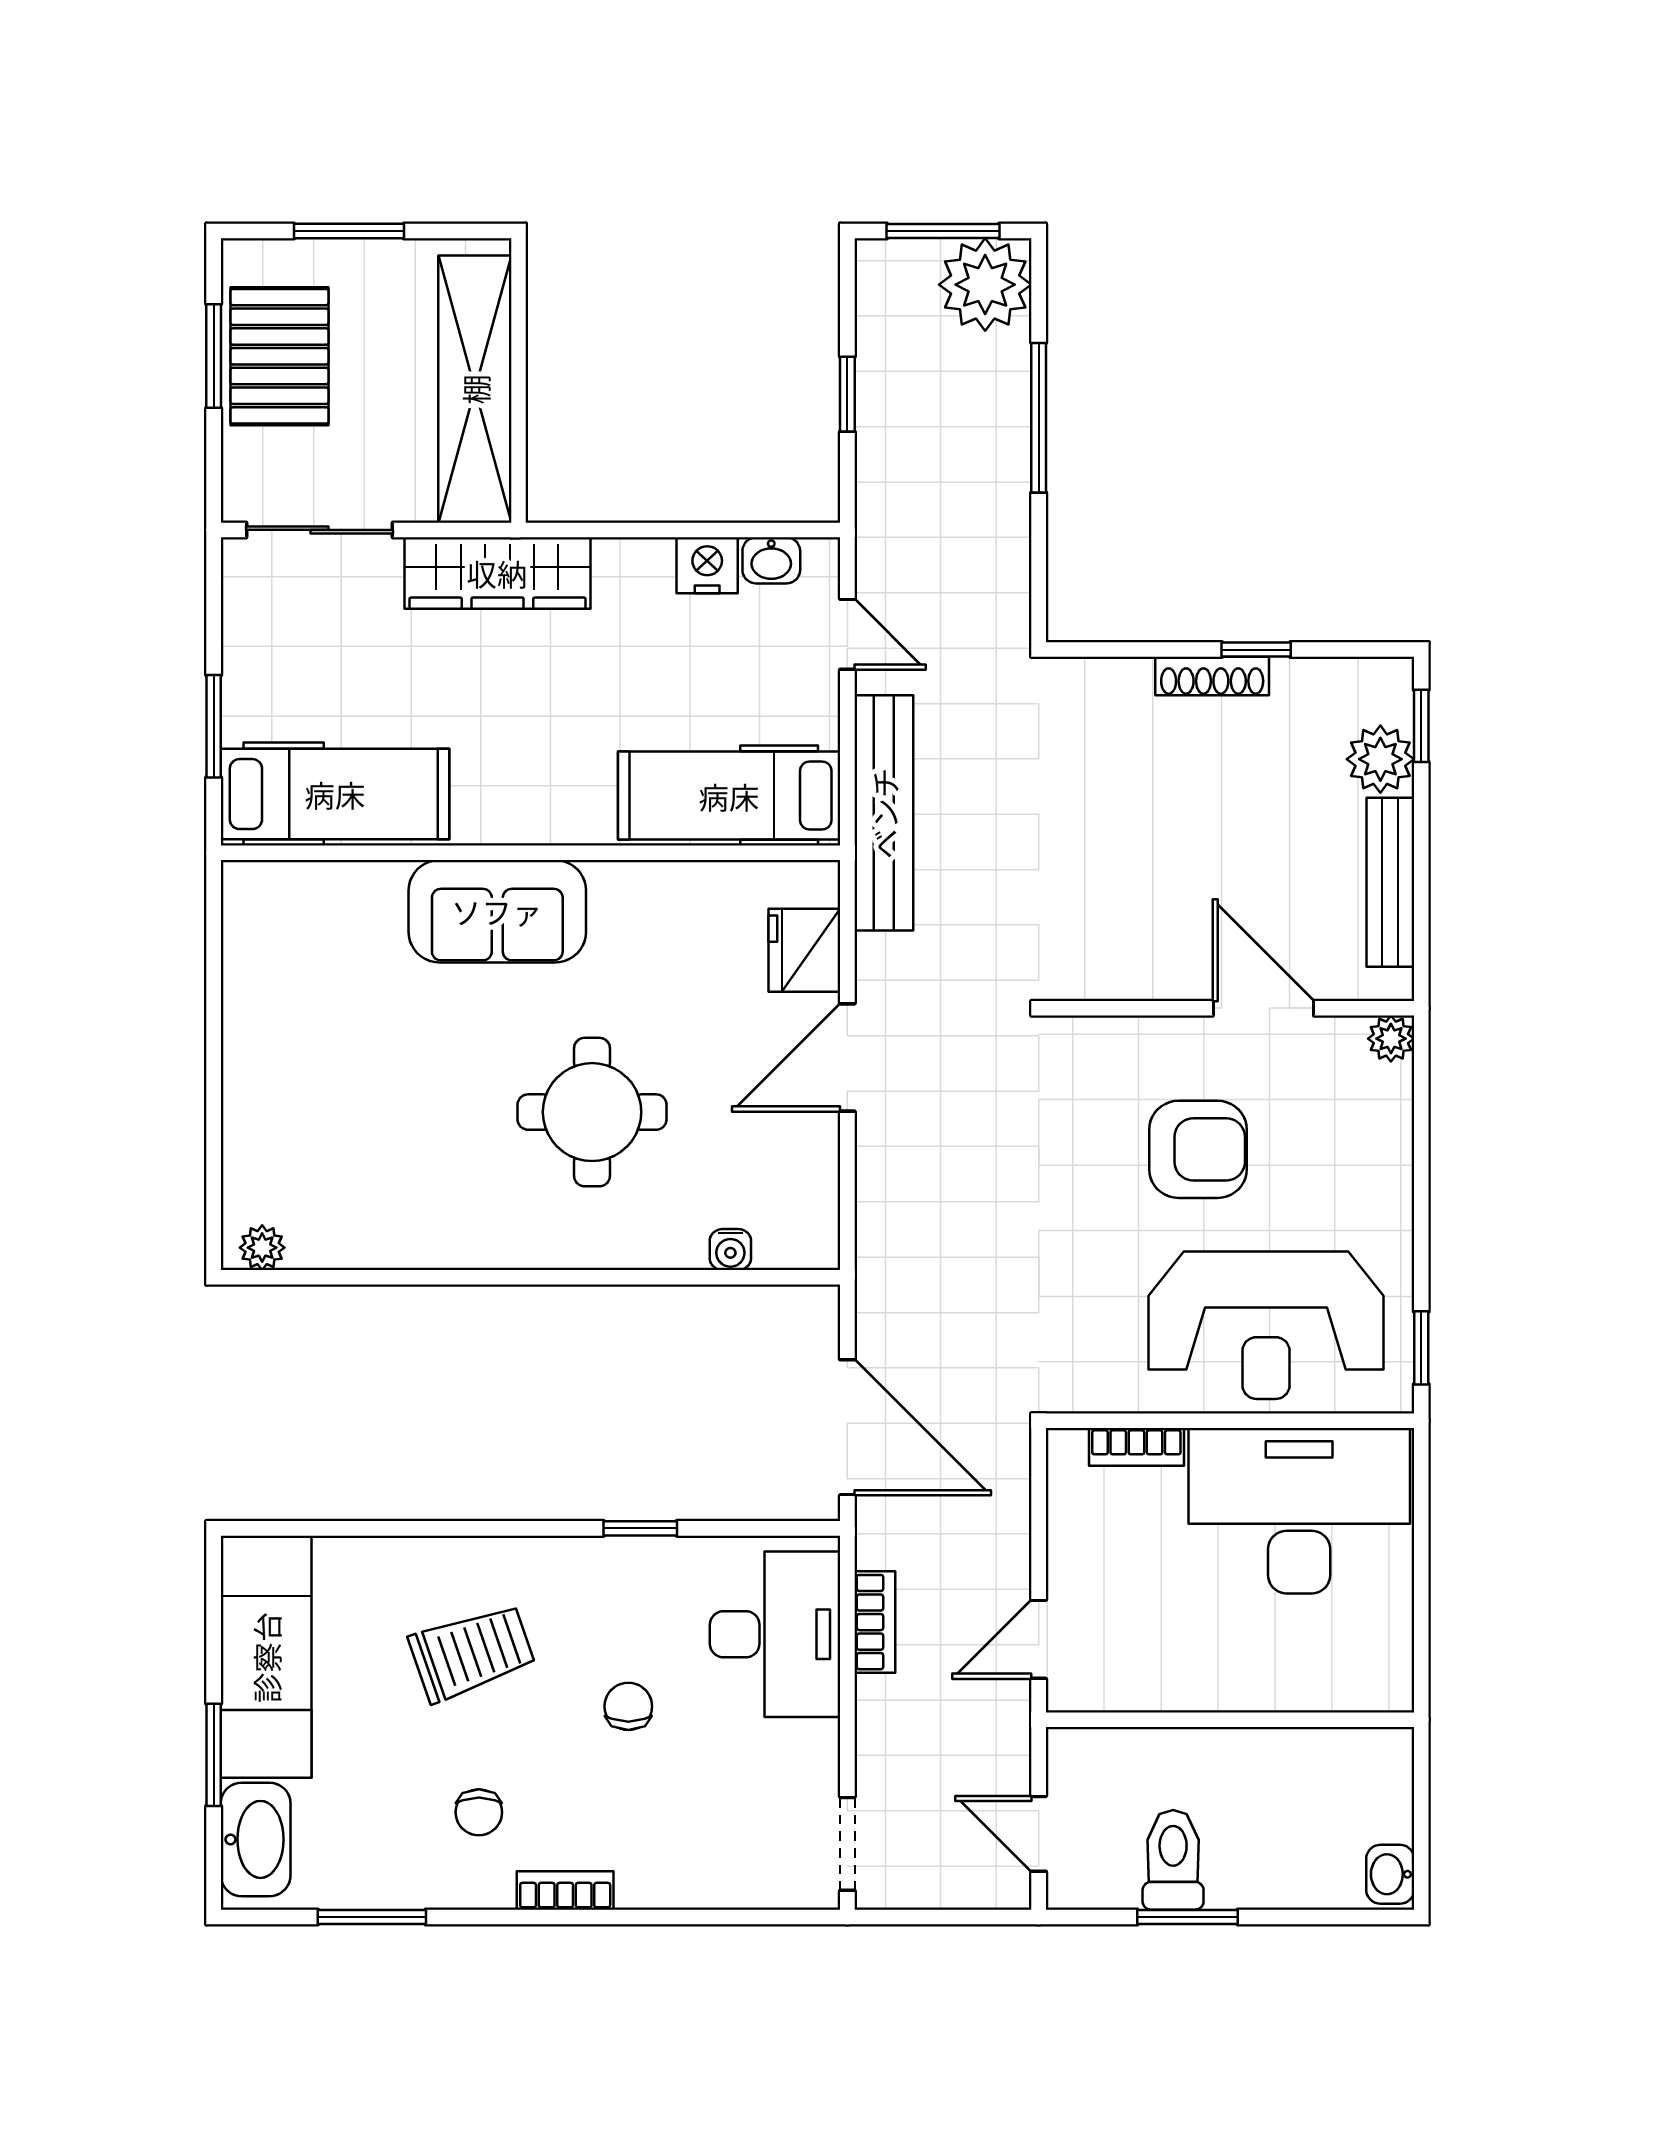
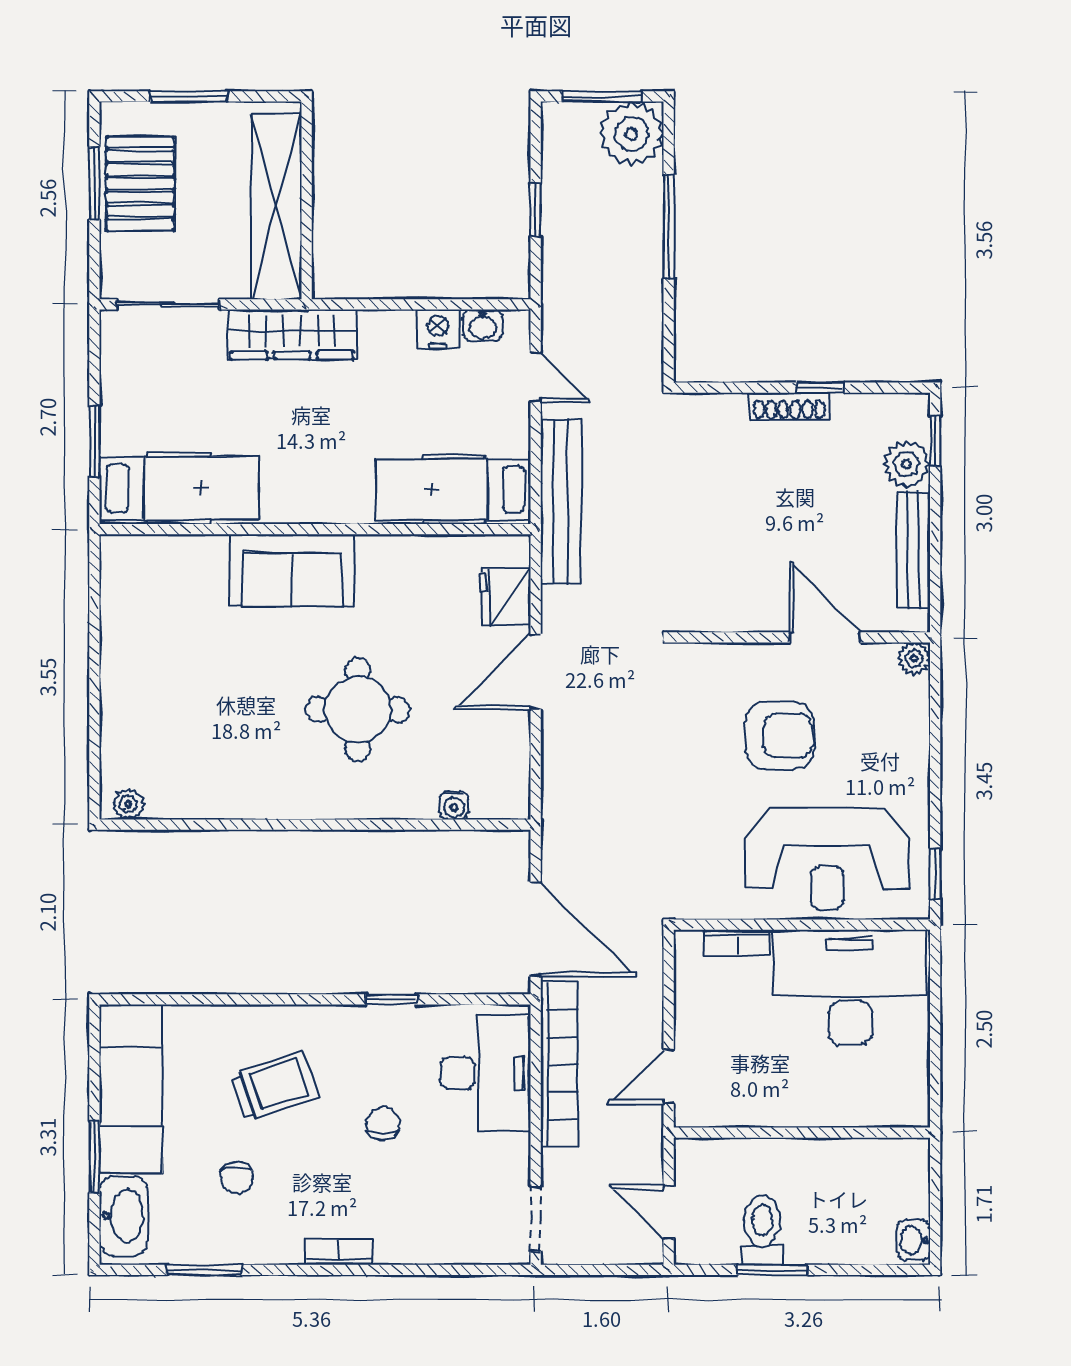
bookcase: (875, 1622) -> (559, 1065), width x2.31, depth x1.31
chair: (479, 1812) -> (237, 1178), moved

